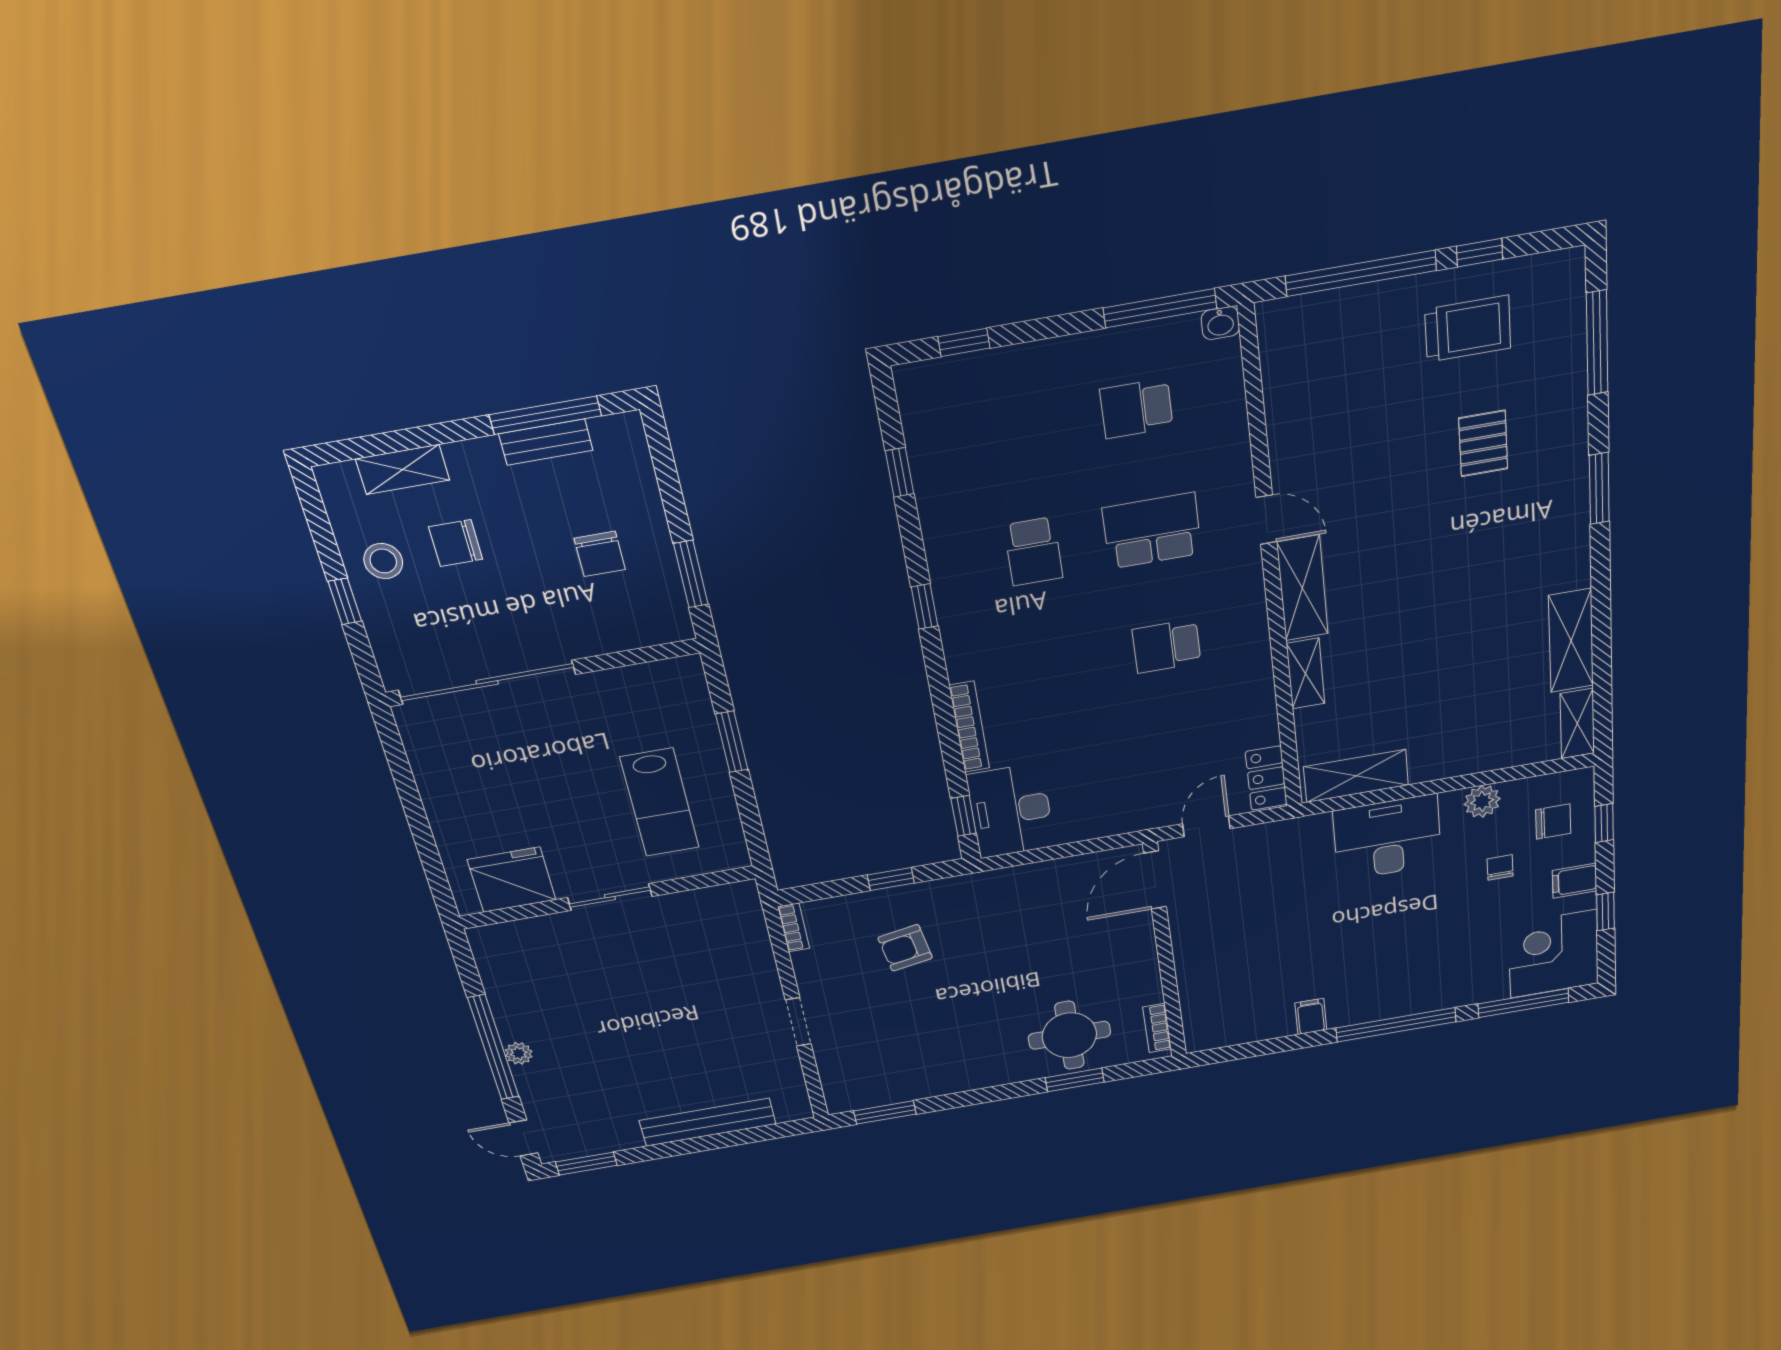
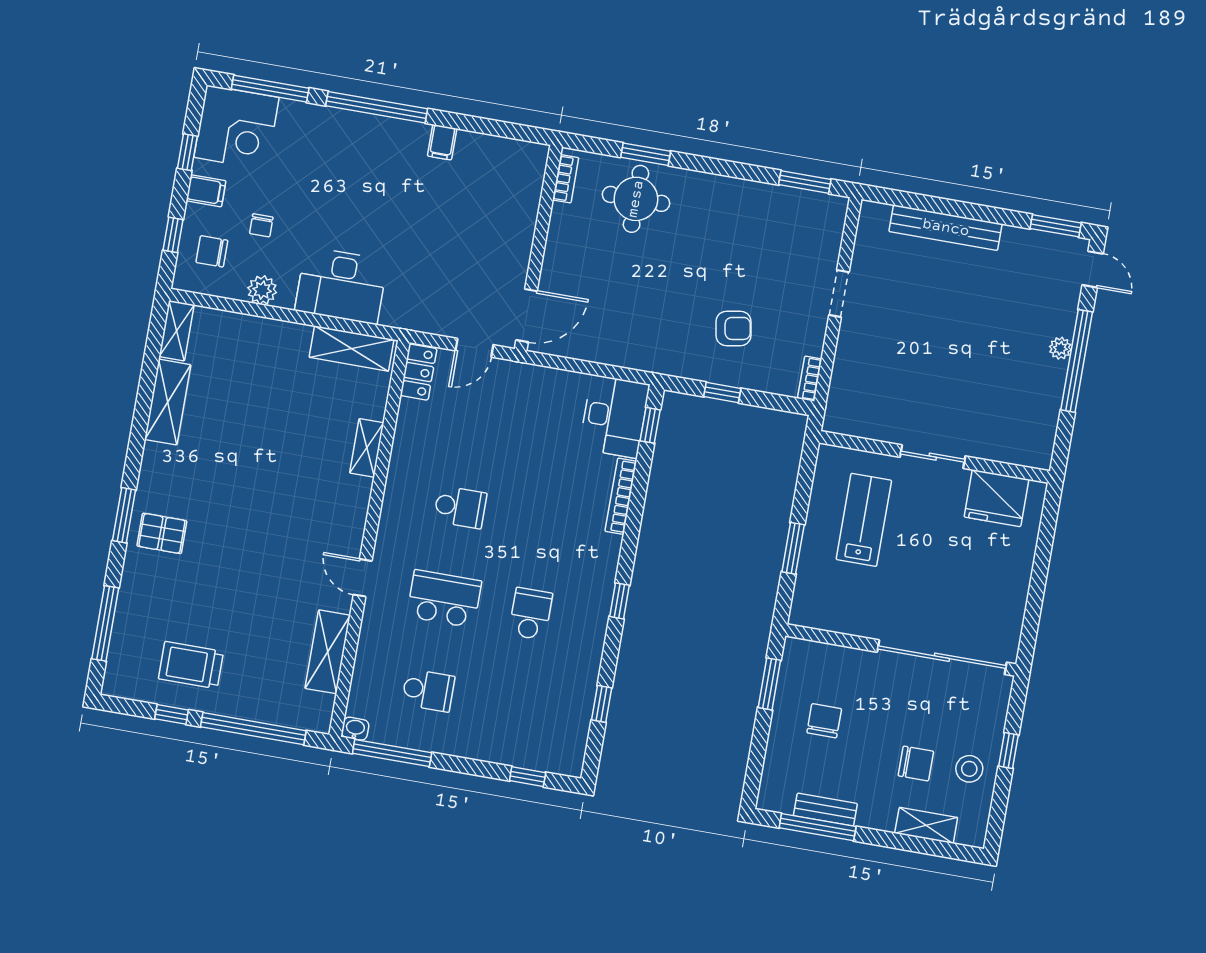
pallet: (1483, 443) -> (162, 533), moved, turned 90
school desk: (1152, 531) -> (444, 599), turned 180
shelving: (1302, 588) -> (328, 652), moved

